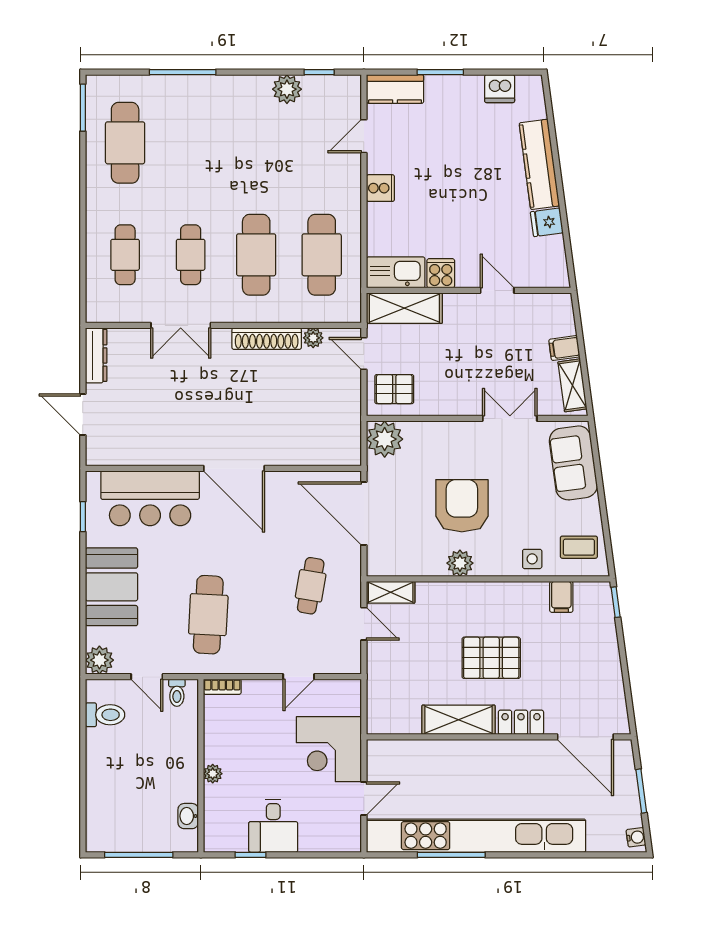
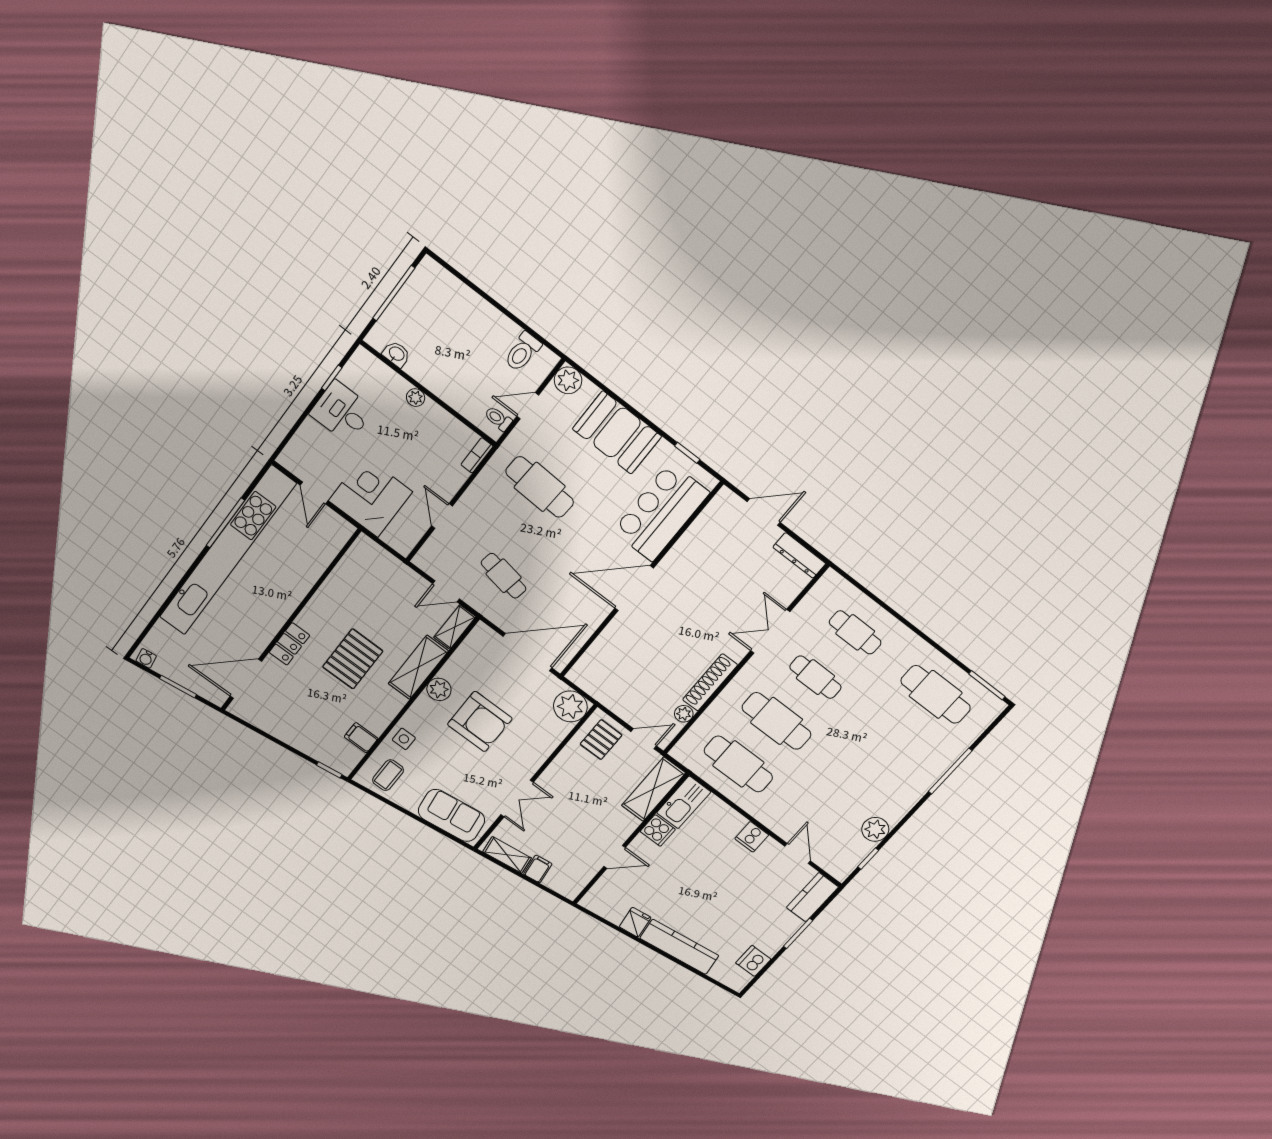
shelving: (458, 720) -> (418, 667), moved

